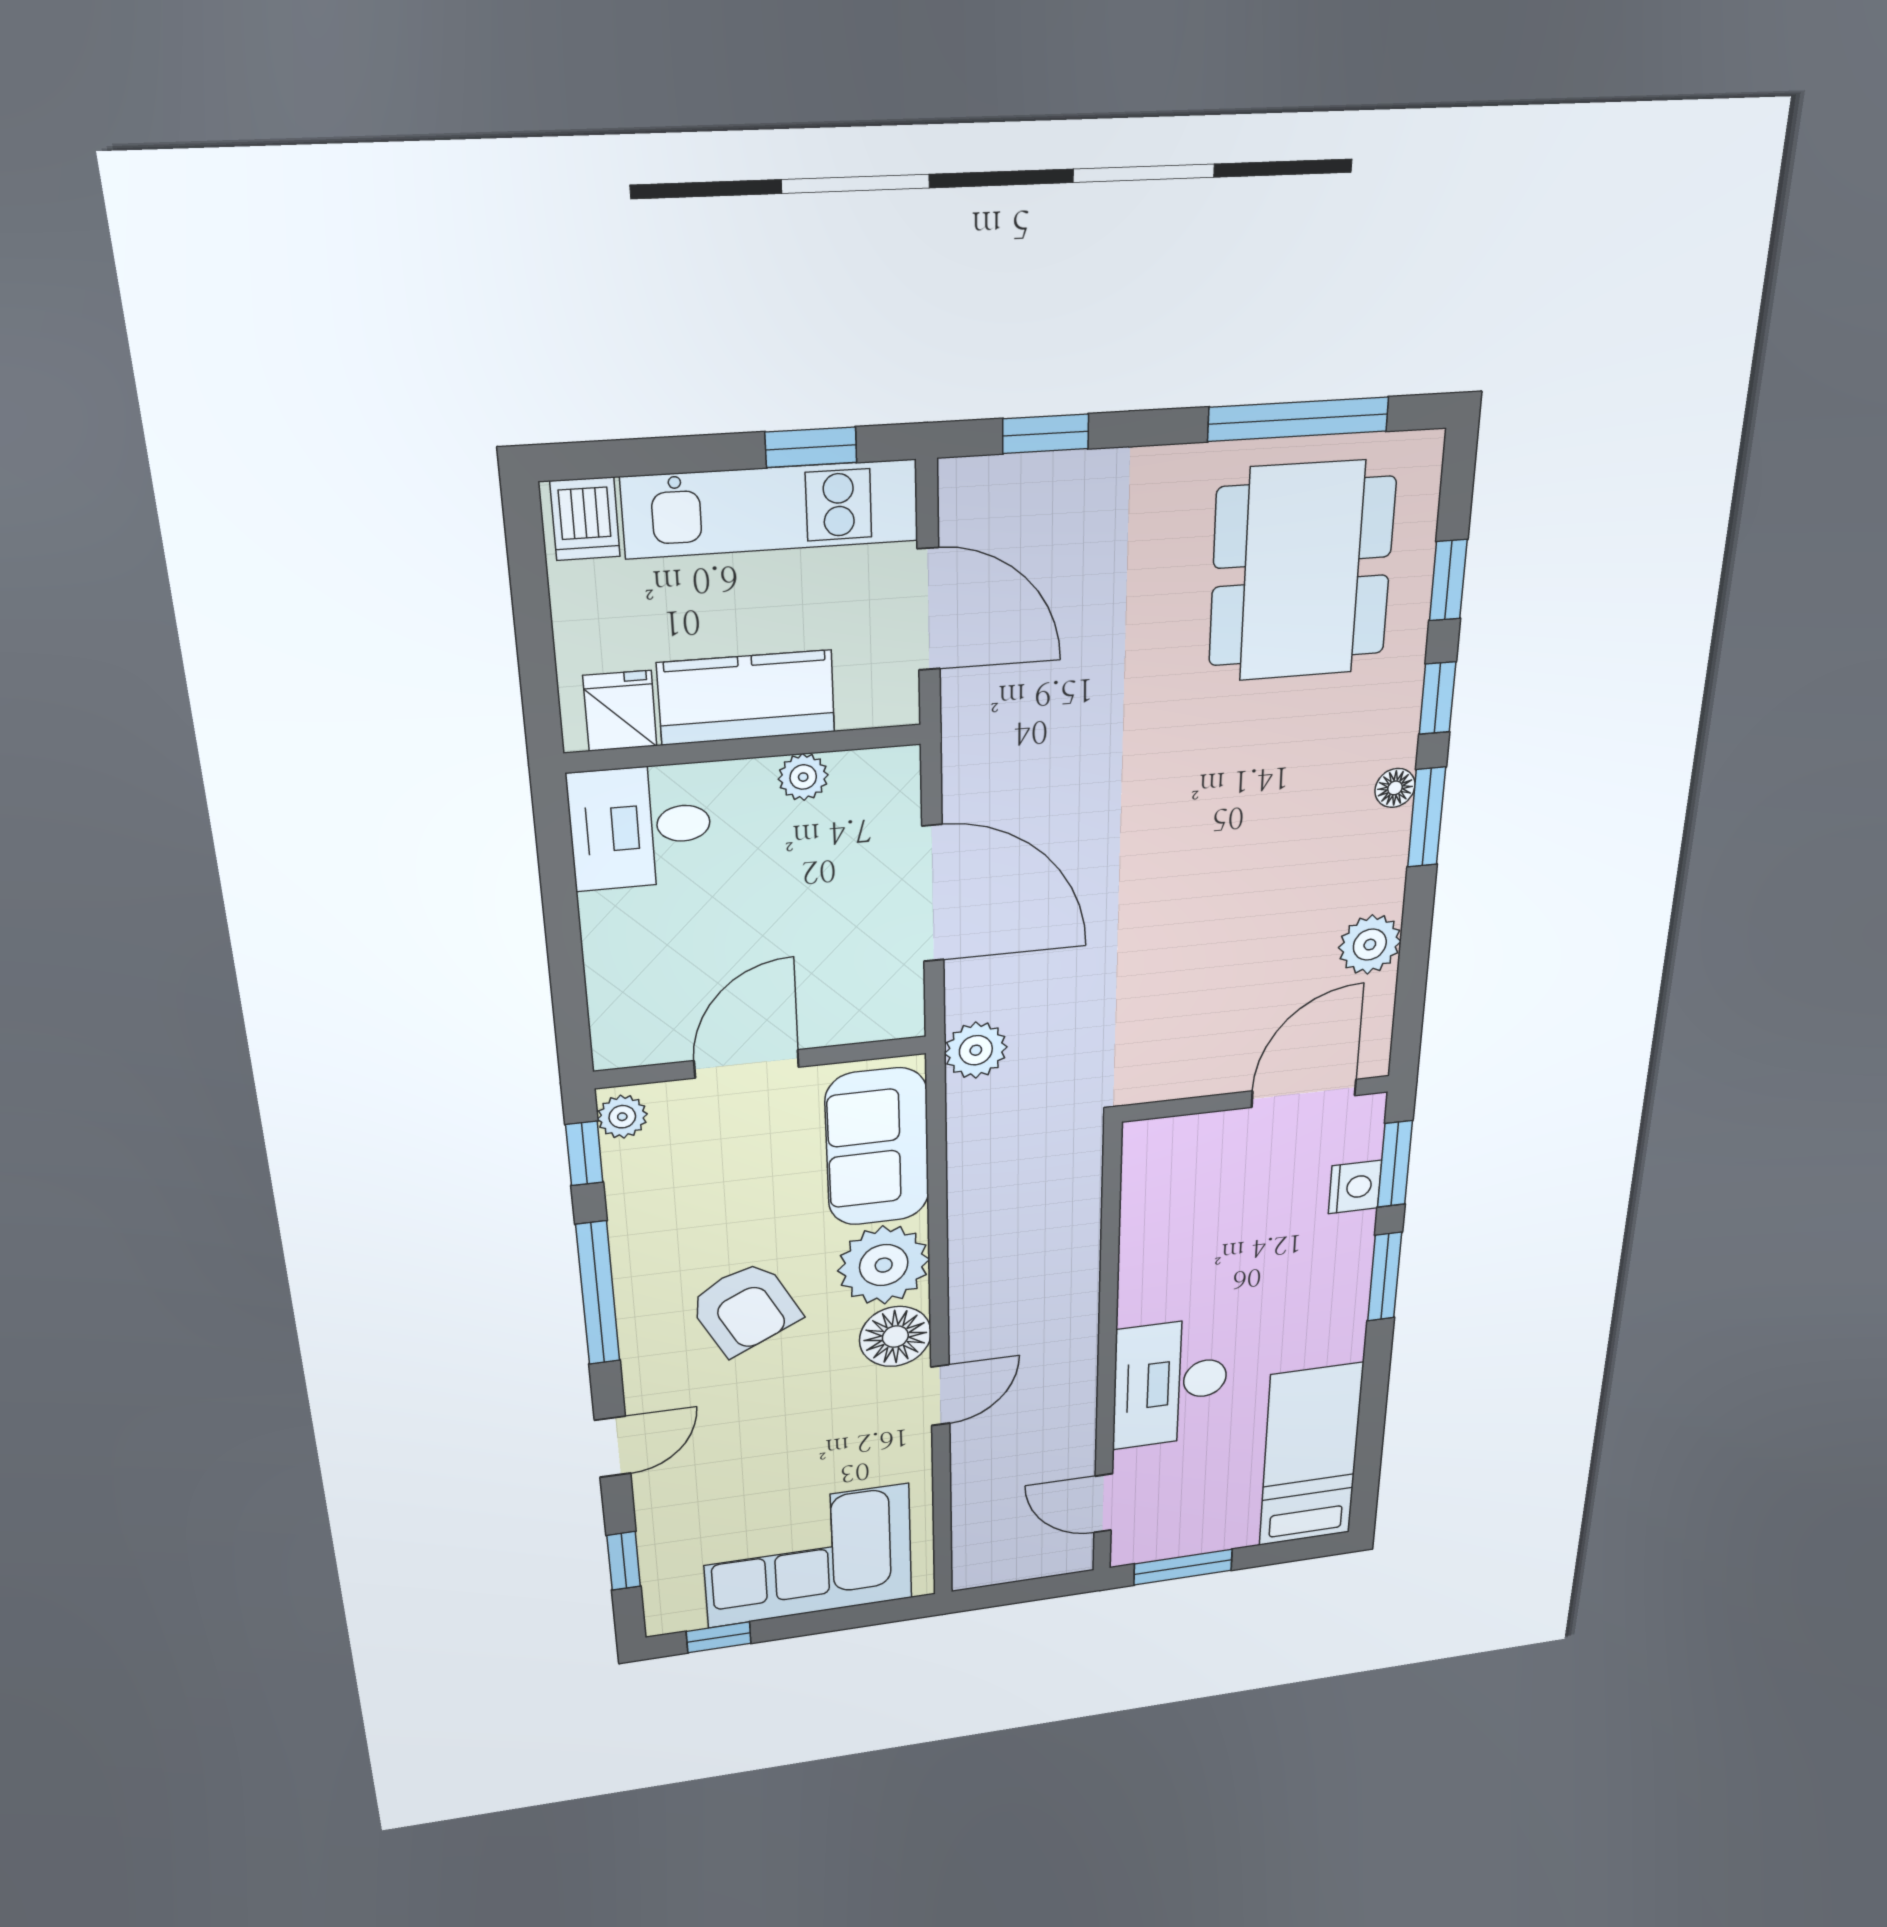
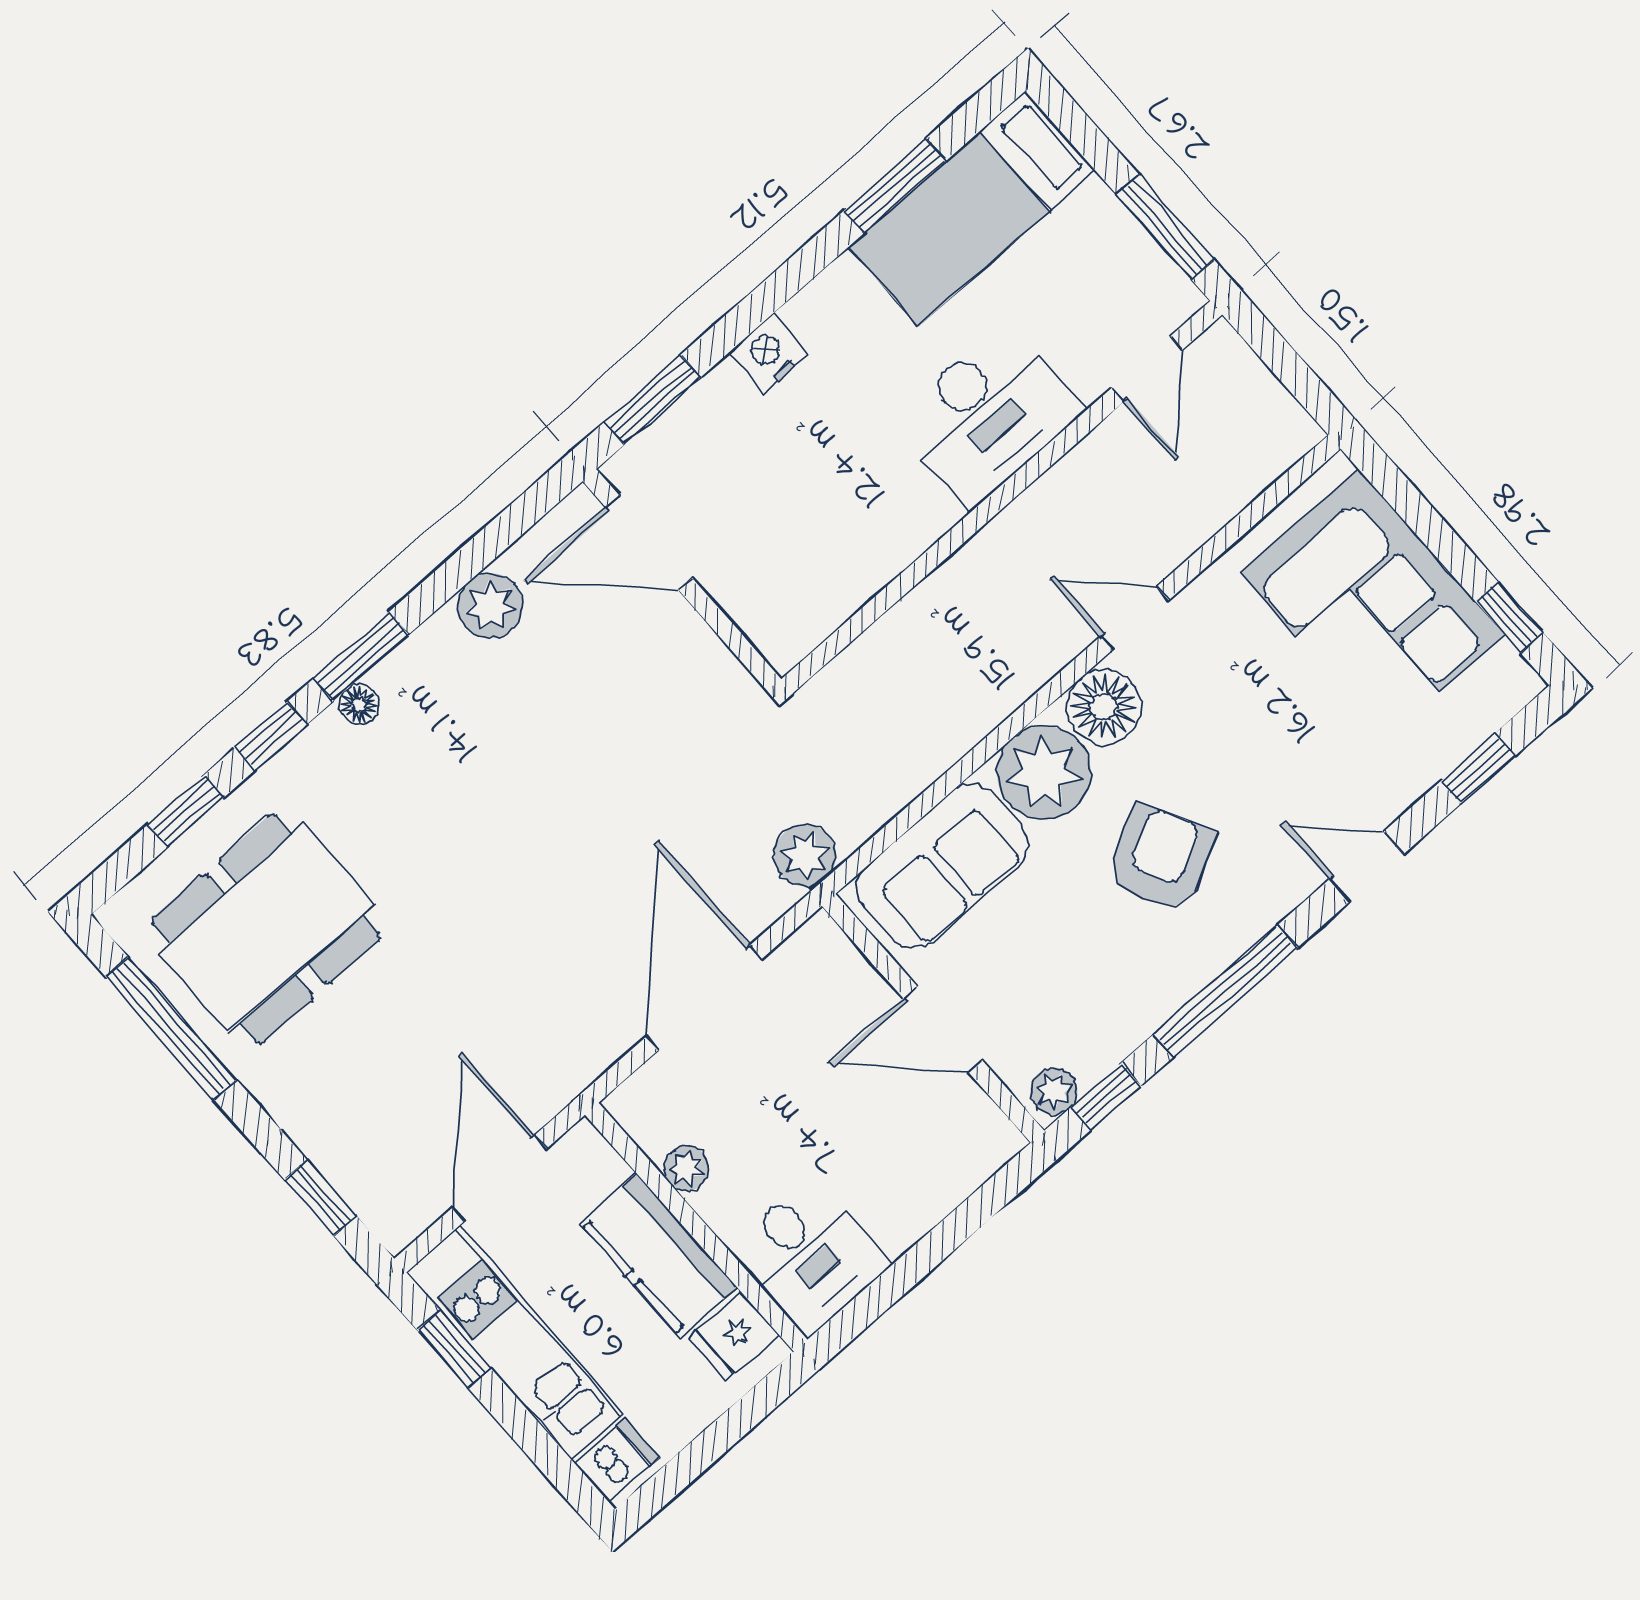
nightstand: (1355, 1187) -> (768, 353), moved
window: (1385, 1277) -> (895, 186), moved

